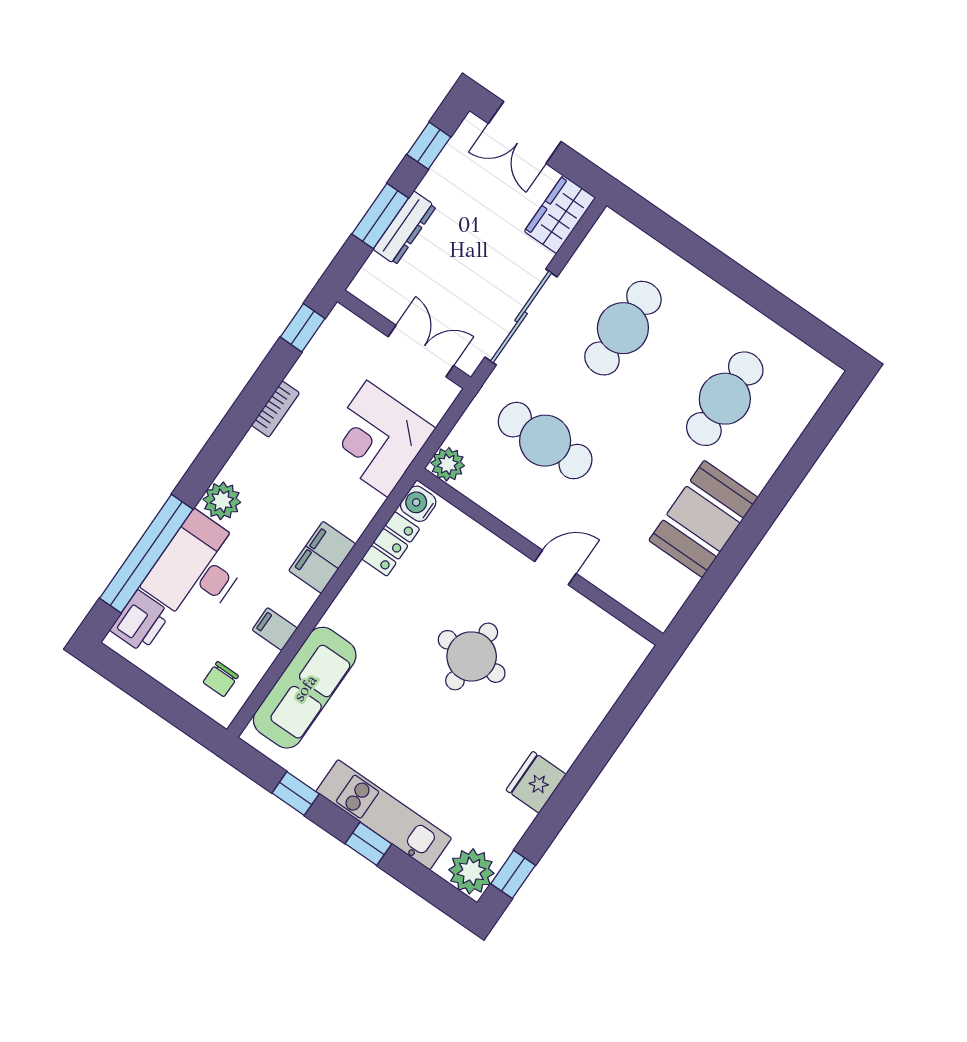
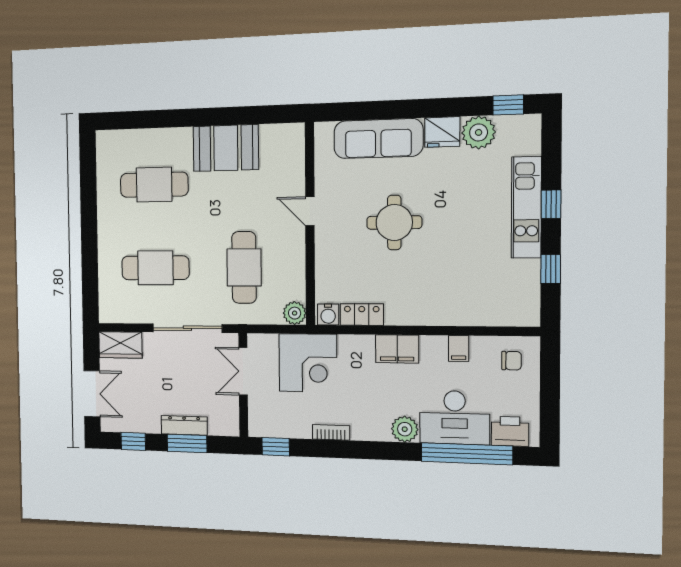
sofa: (305, 688) -> (378, 139), moved, turned 180
plant: (471, 871) -> (479, 132), moved

